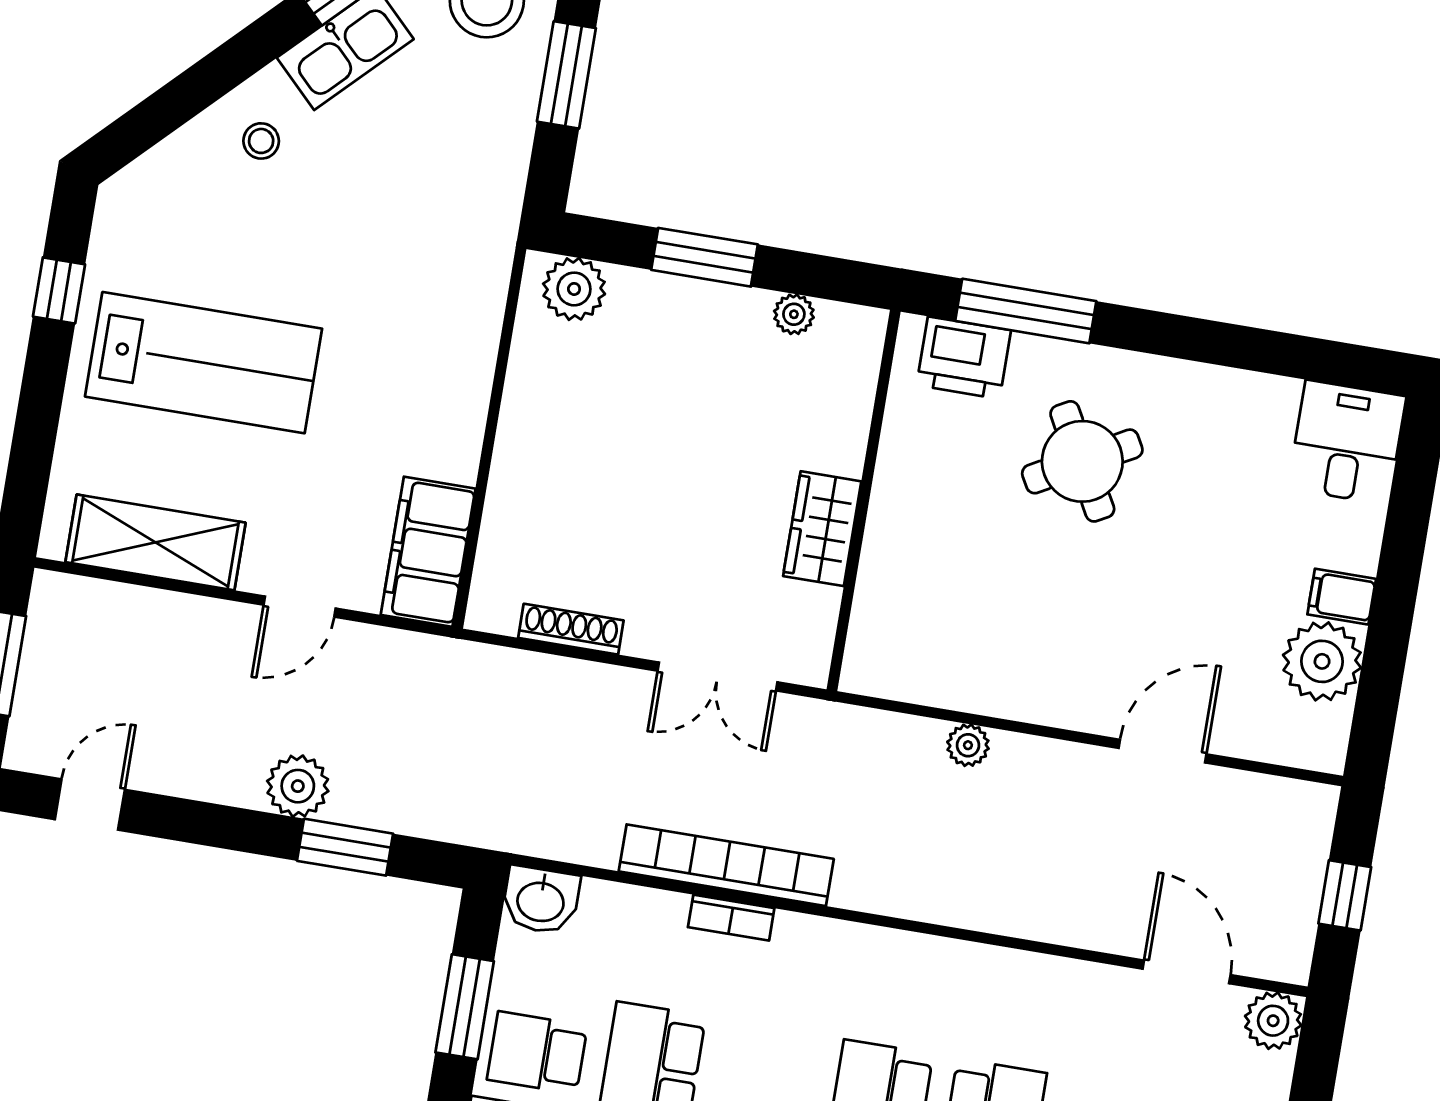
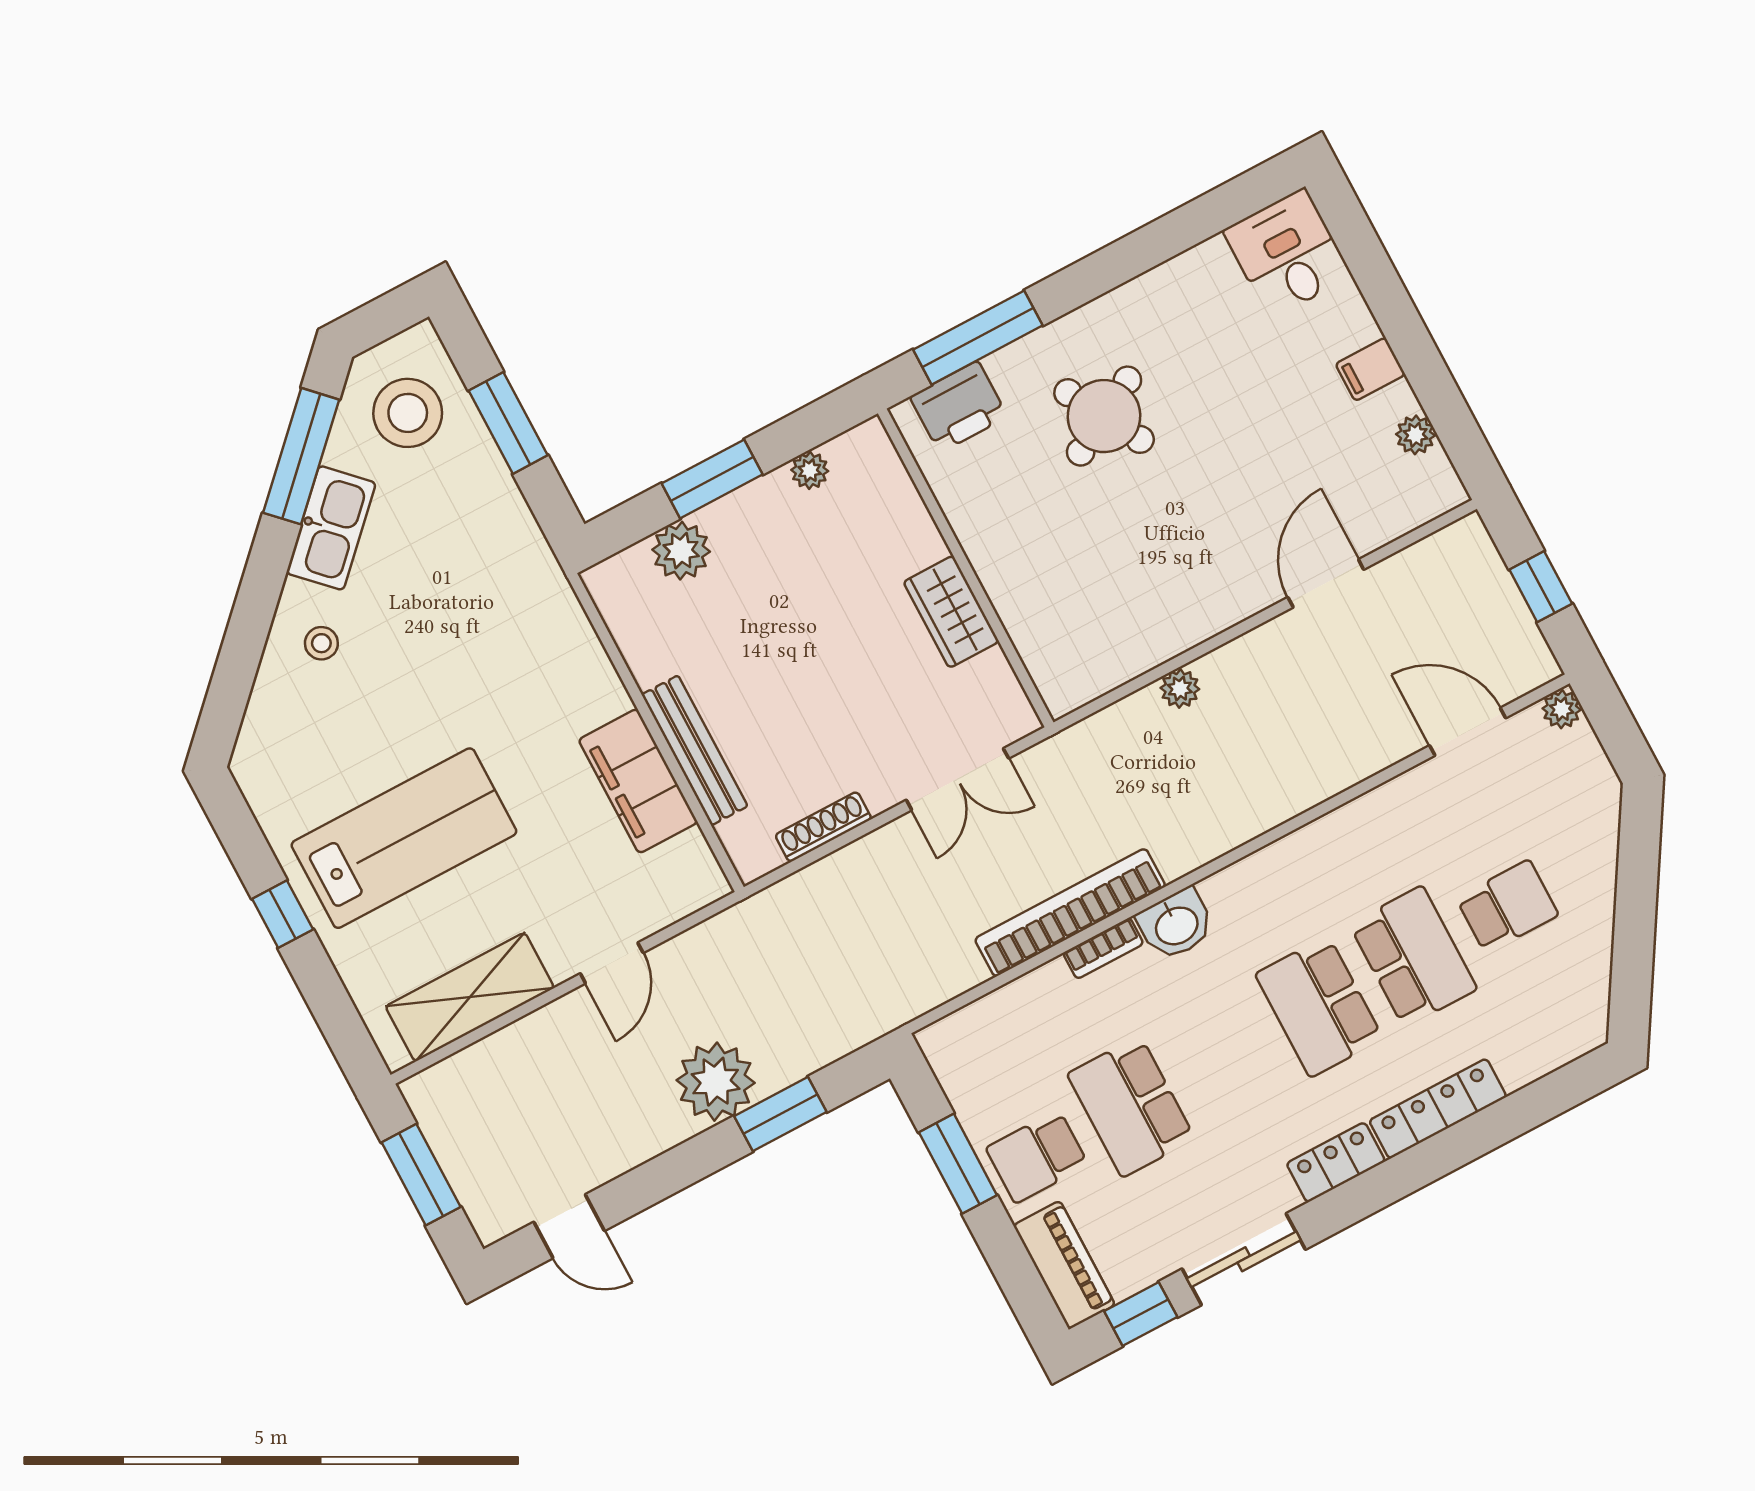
plant: (574, 289) -> (681, 551), moved
window: (59, 290) -> (283, 914), moved
bench: (511, 479) -> (695, 750), added
filing cabinet: (428, 552) -> (638, 781), moved
plant: (1322, 661) -> (1416, 435), width x0.53, depth x0.53
plant: (298, 786) -> (716, 1082), width x1.36, depth x1.36
door: (90, 804) -> (569, 1226), swing flipped
washbasin: (541, 900) -> (1176, 924), moved
plant: (1273, 1021) -> (1562, 709), width x0.73, depth x0.73

